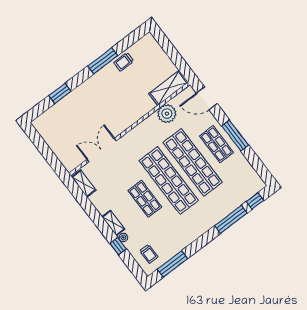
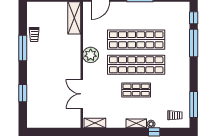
plant: (167, 114) -> (91, 55), moved
shop shelf: (216, 144) -> (136, 14), removed

